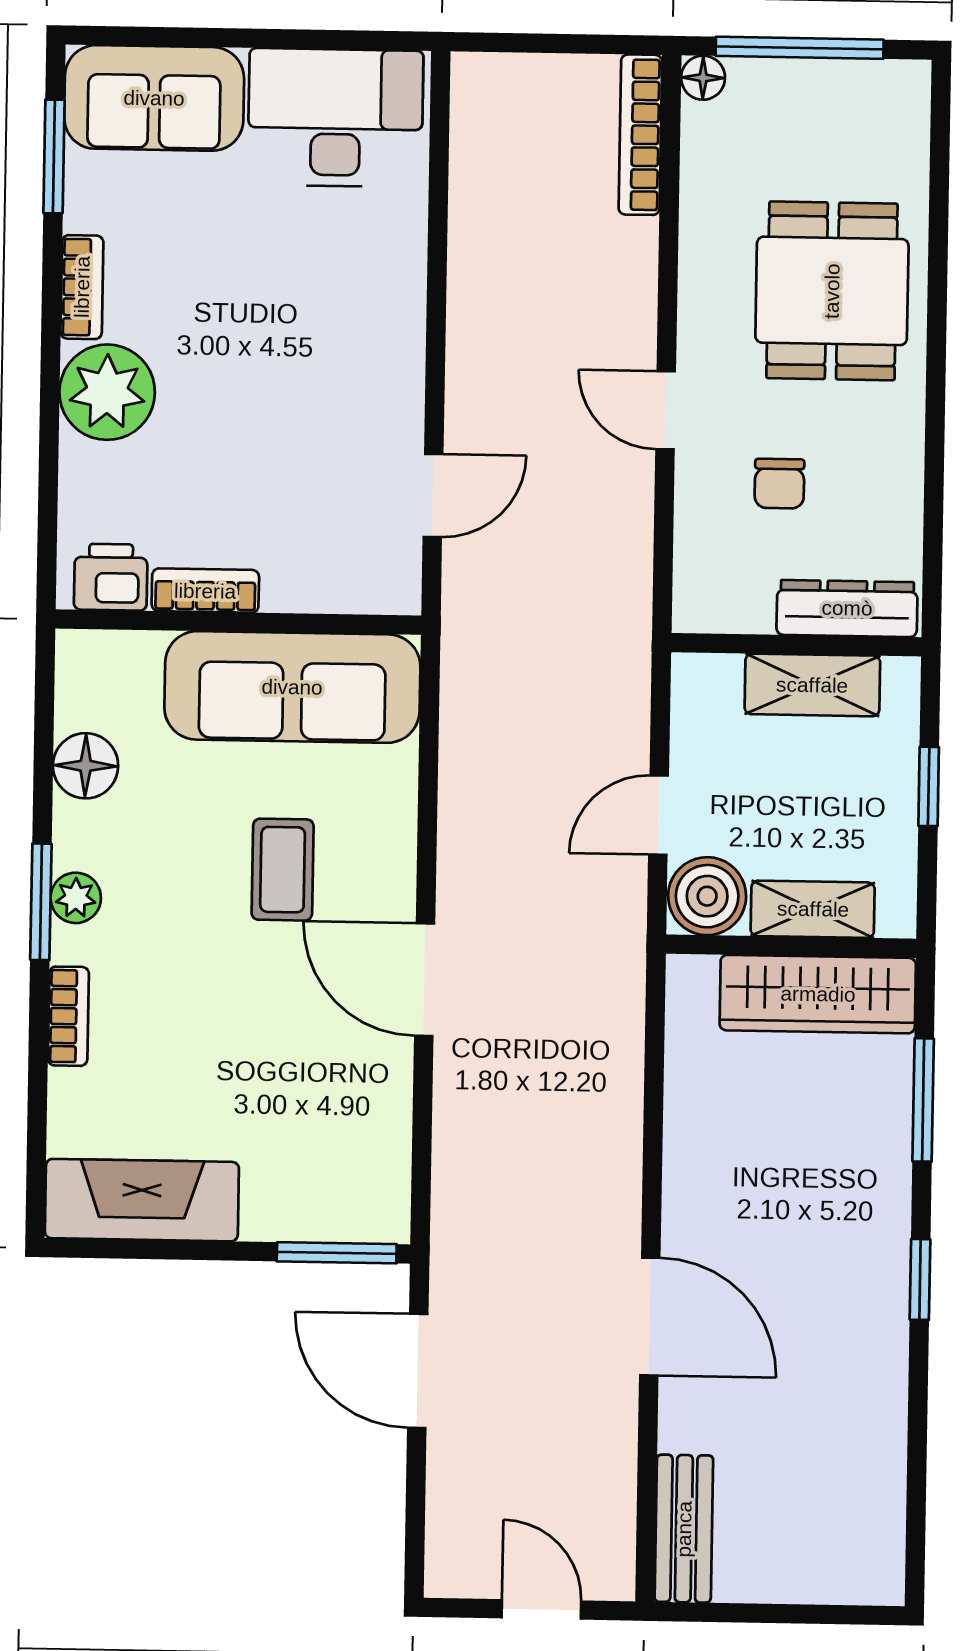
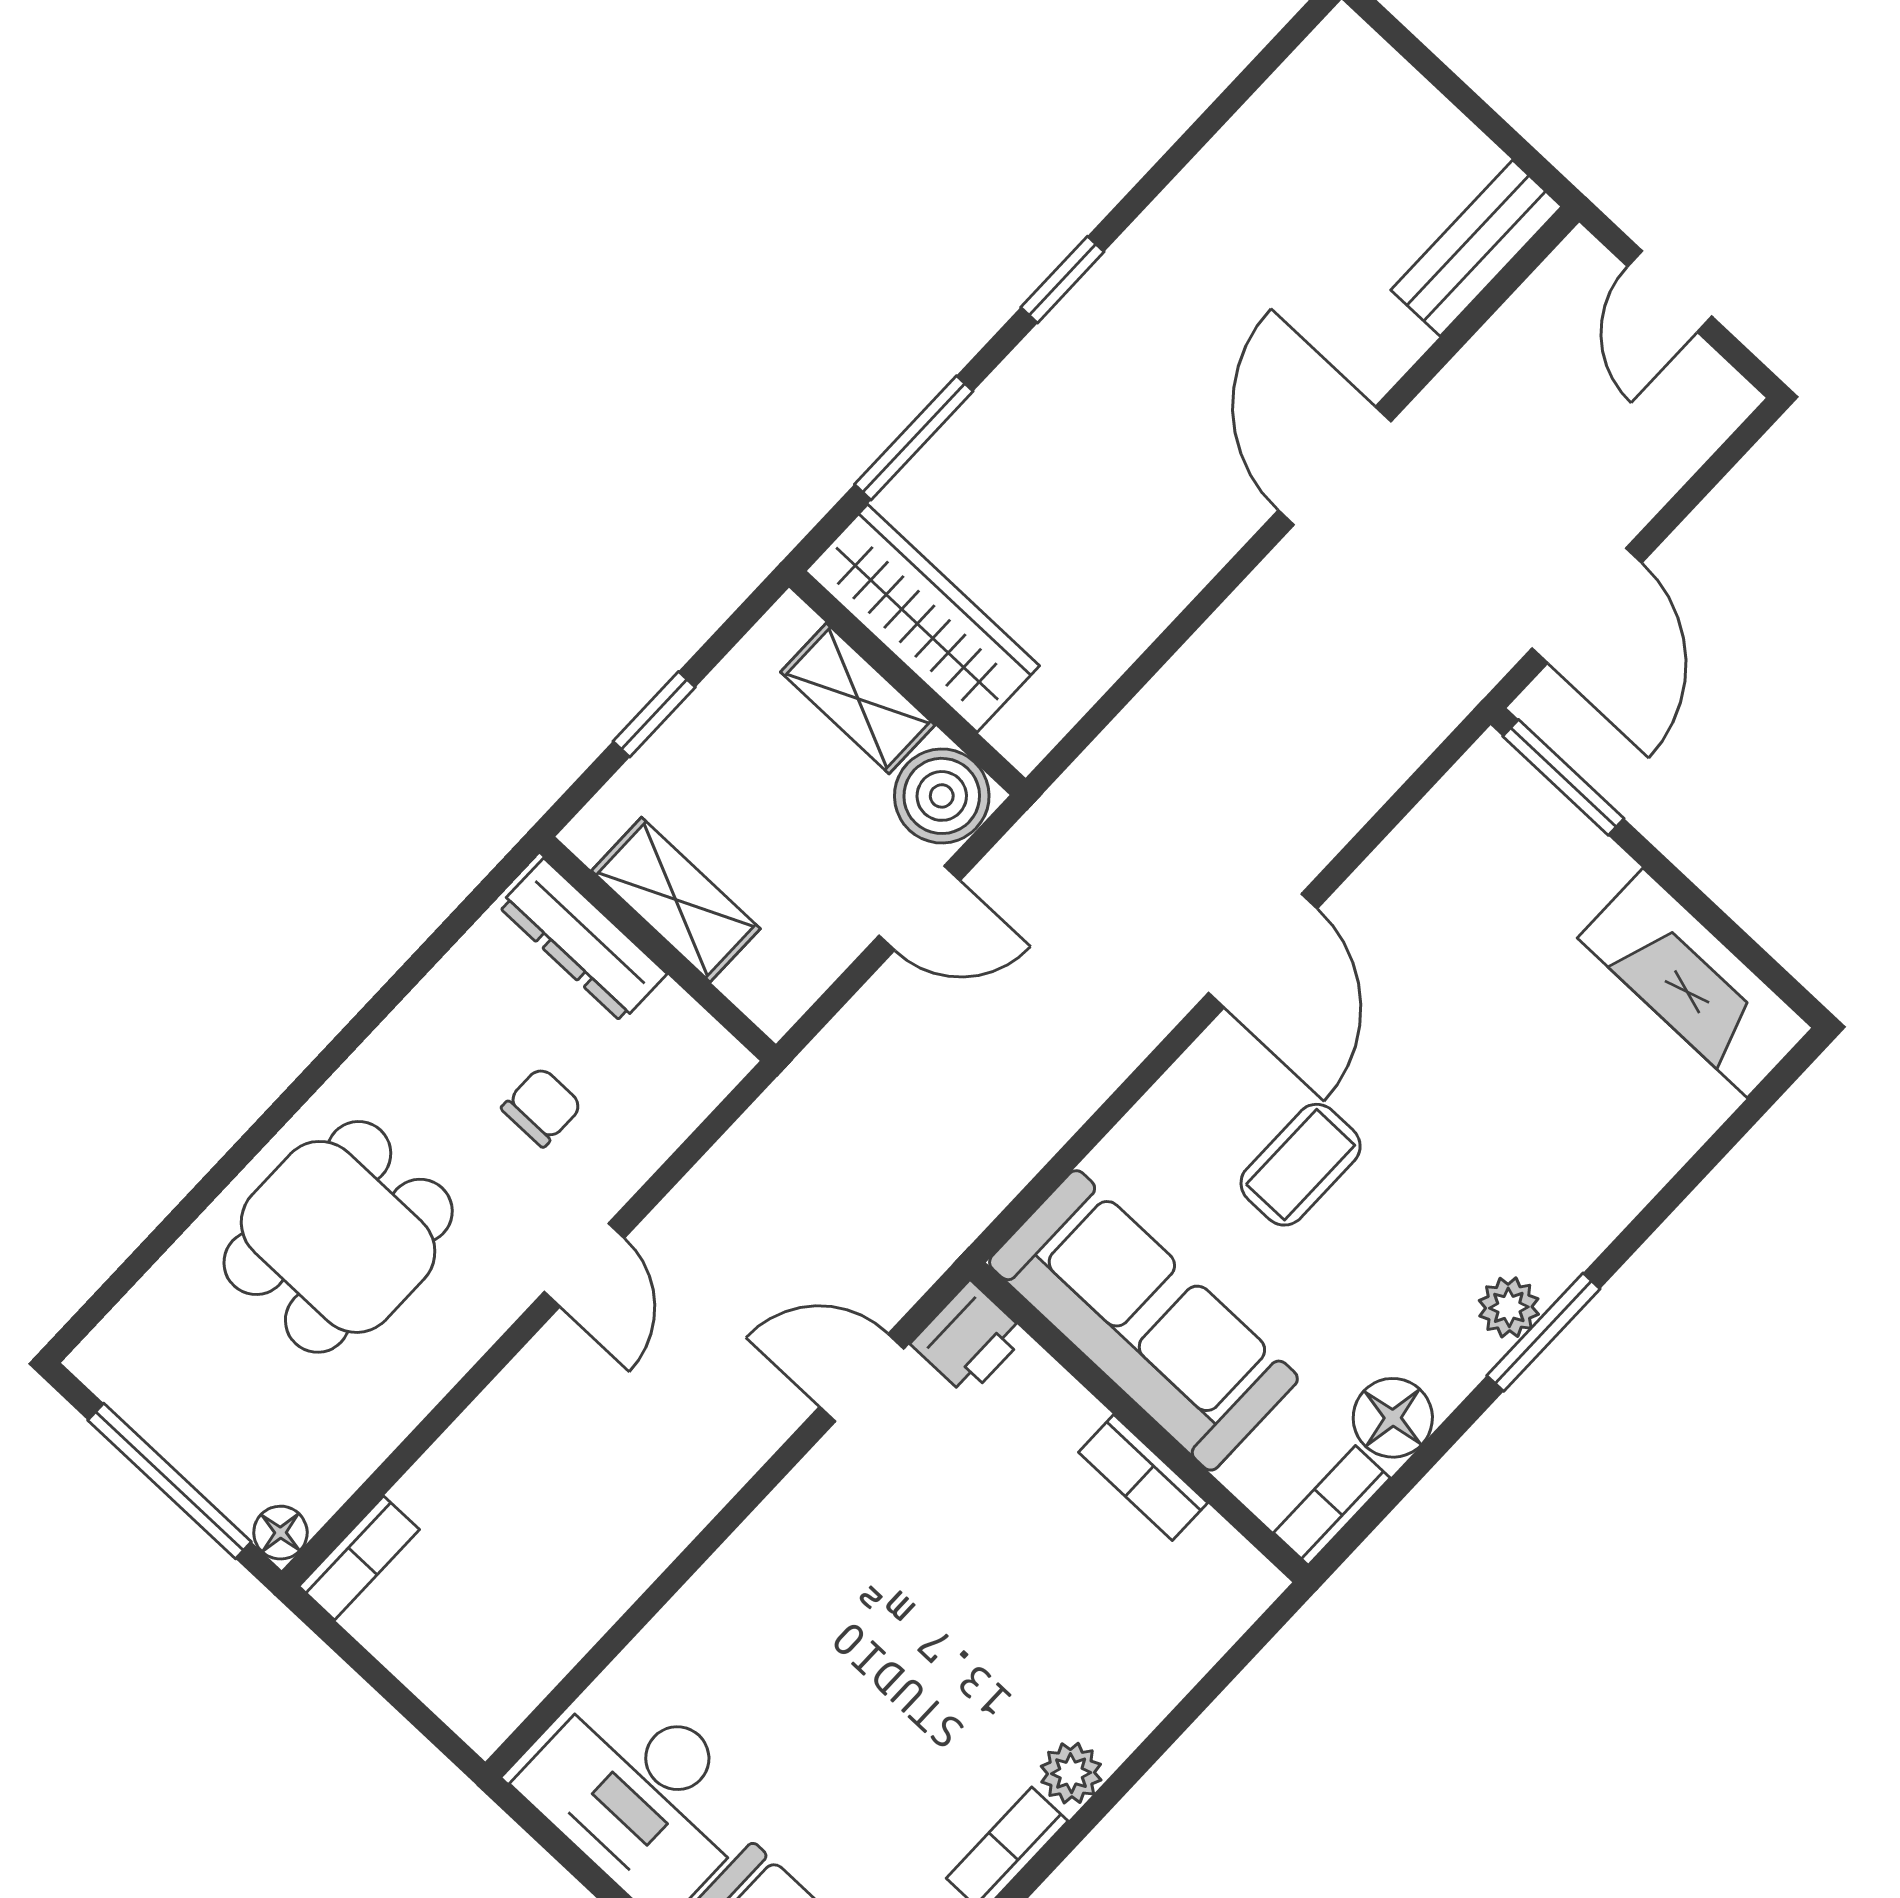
bookcase: (640, 135) -> (359, 1558), width x0.64
plant: (107, 392) -> (1071, 1773), width x0.53, depth x0.53
printer: (111, 577) -> (969, 1339), moved, turned -90
bookcase: (68, 1016) -> (1332, 1505), moved

